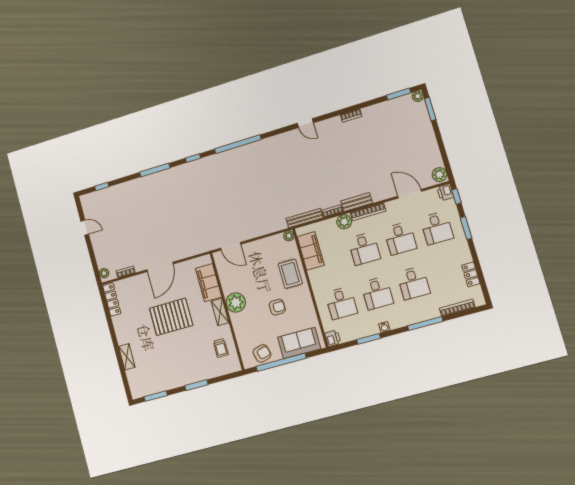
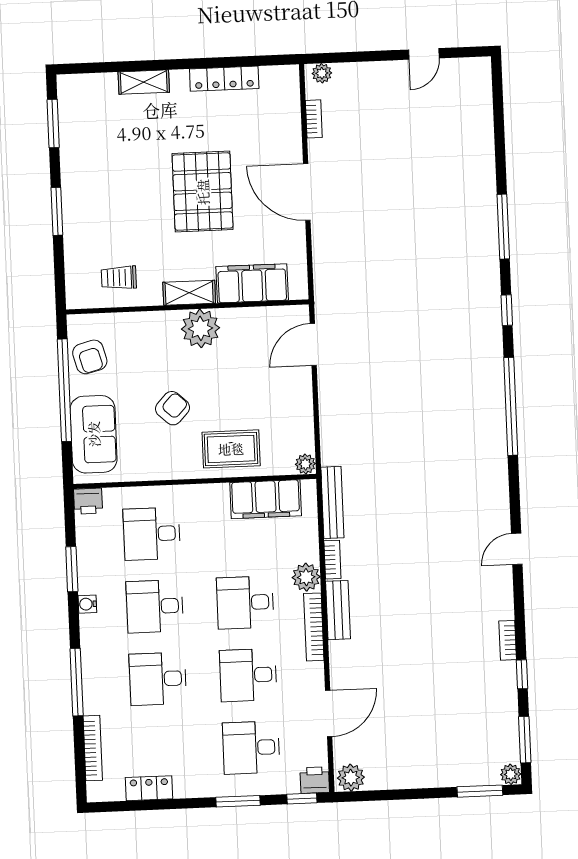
window: (102, 187) -> (522, 674), moved
locker: (112, 300) -> (224, 79), moved
armchair: (277, 307) -> (172, 408), turned -137

